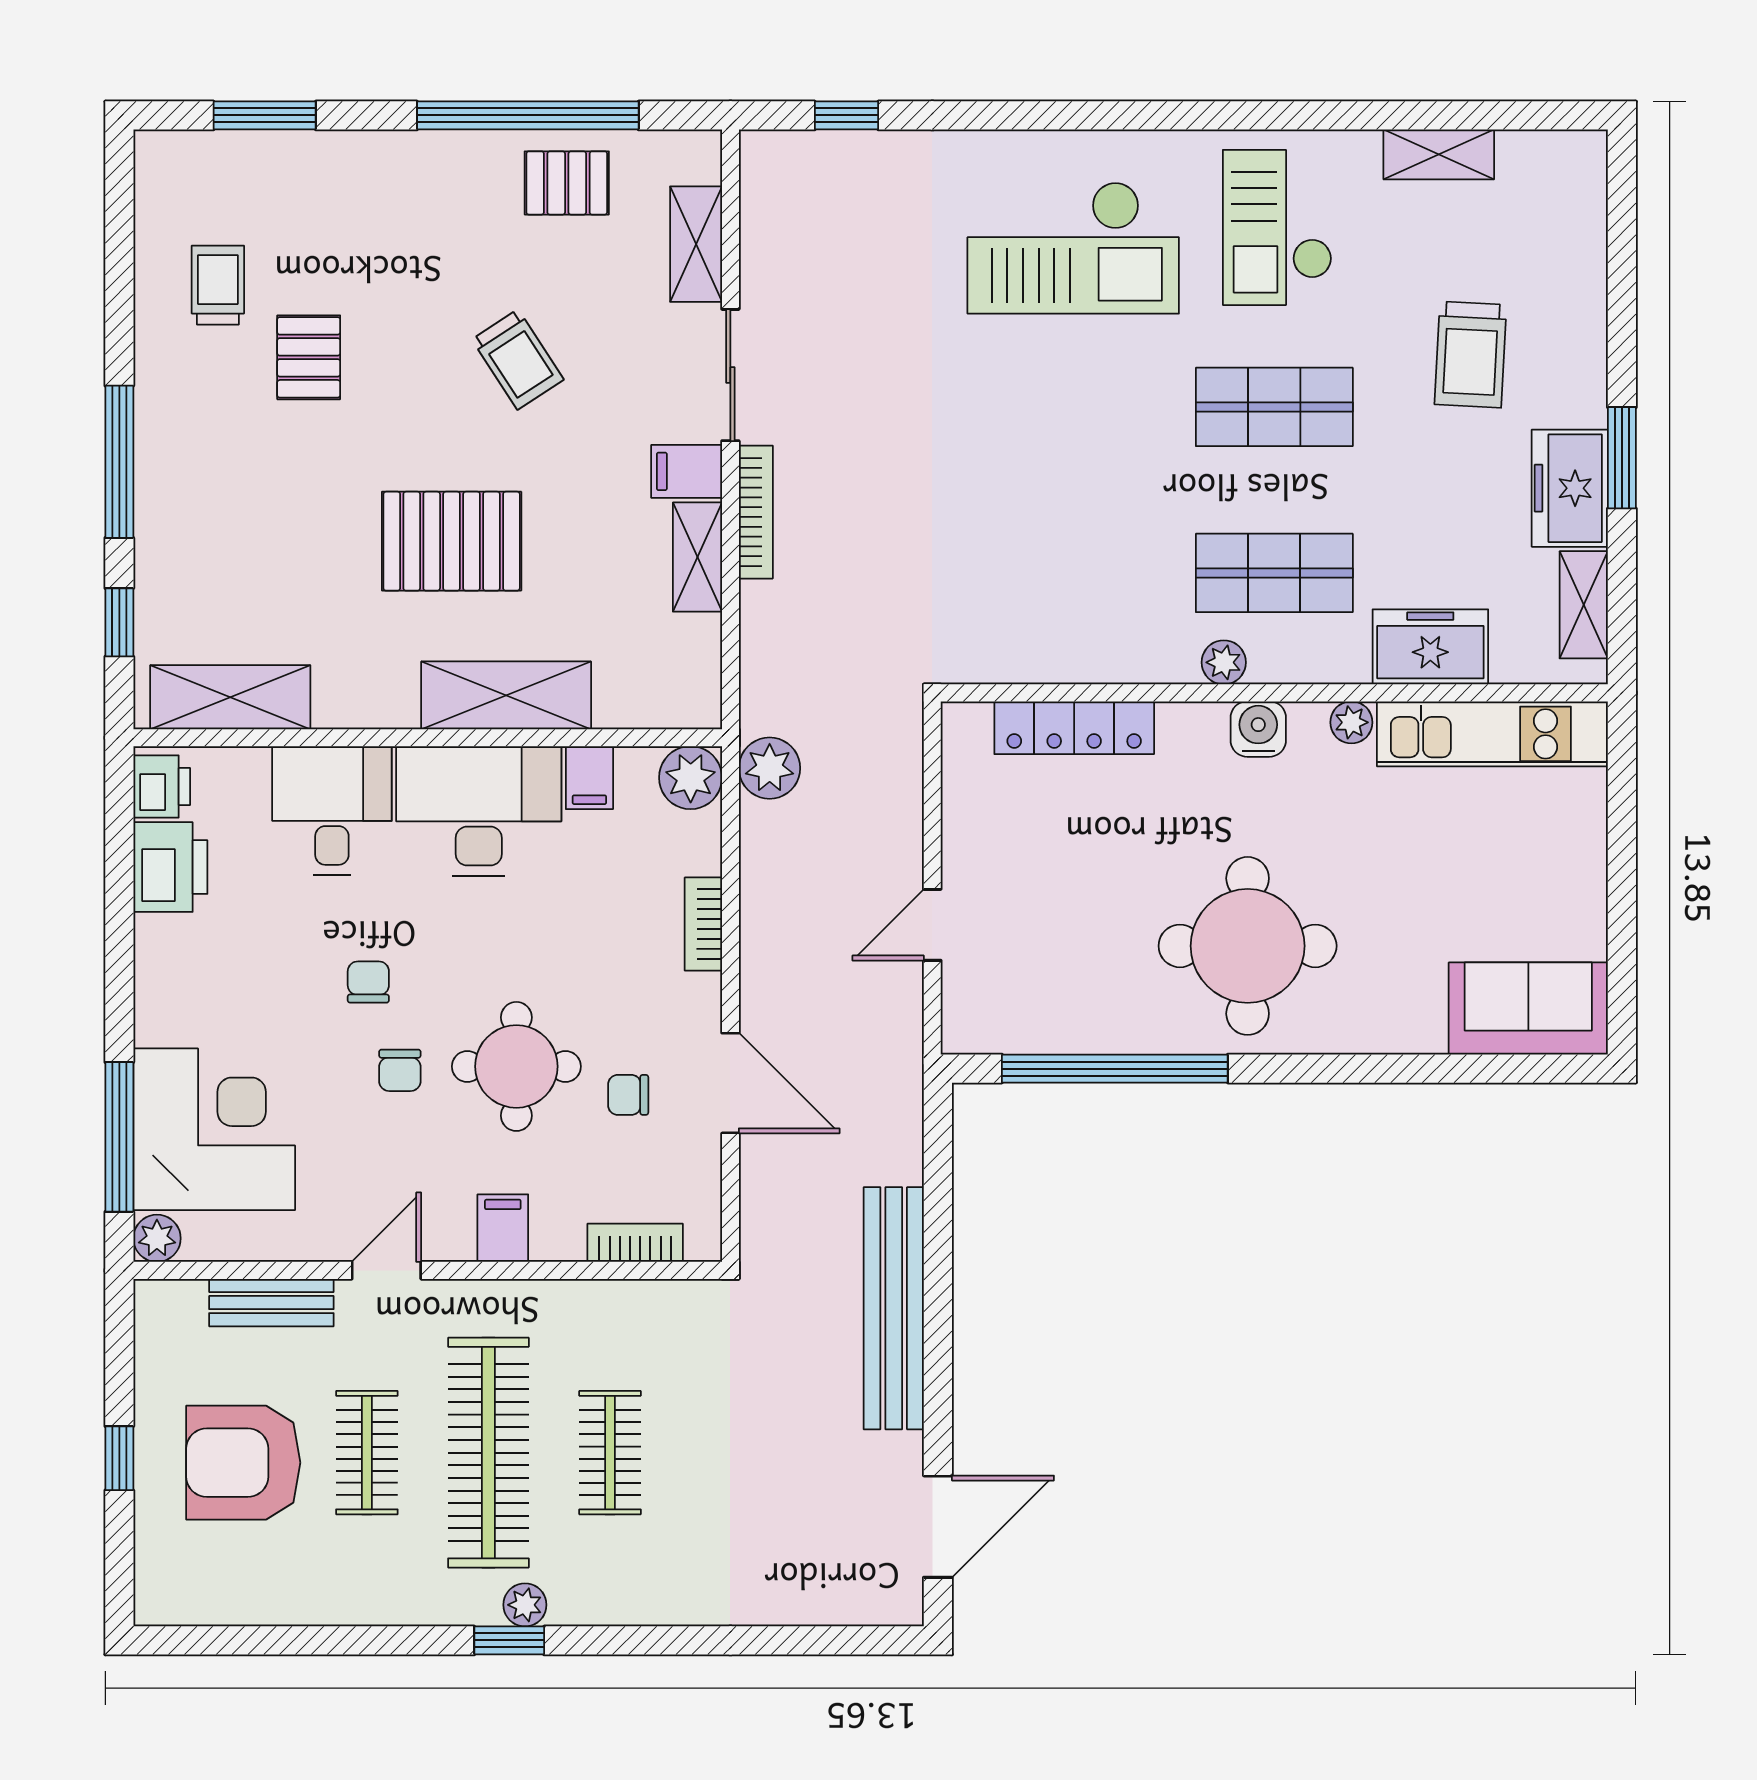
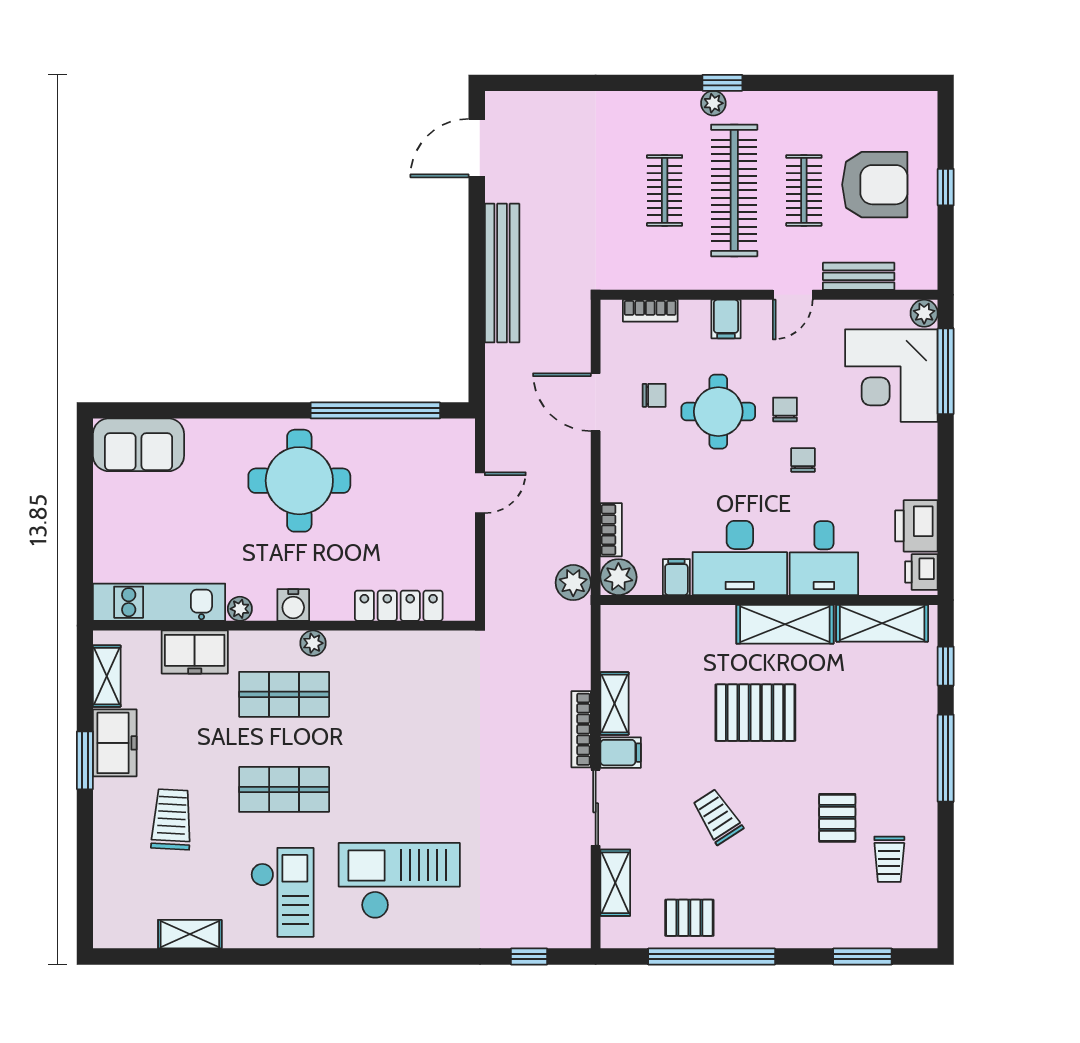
shelving: (506, 695) -> (785, 624), moved
bookcase: (703, 924) -> (611, 530), moved
chair: (368, 982) -> (803, 460), turned 180

